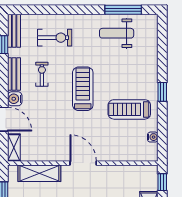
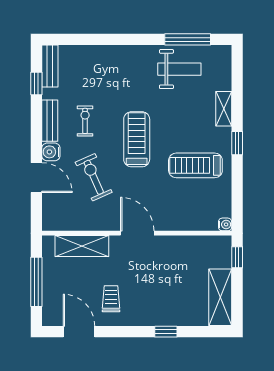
weight bench: (117, 33) -> (179, 69), turned 180
exercise bike: (55, 38) -> (94, 177), moved, turned -114
water cooler: (153, 137) -> (225, 224), moved
shelving: (14, 148) -> (224, 109), moved

